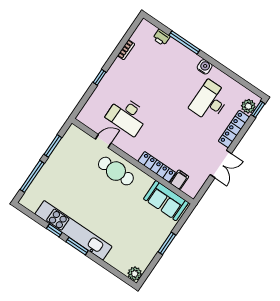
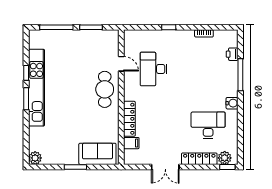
sofa: (166, 201) -> (97, 154), moved, turned 90

